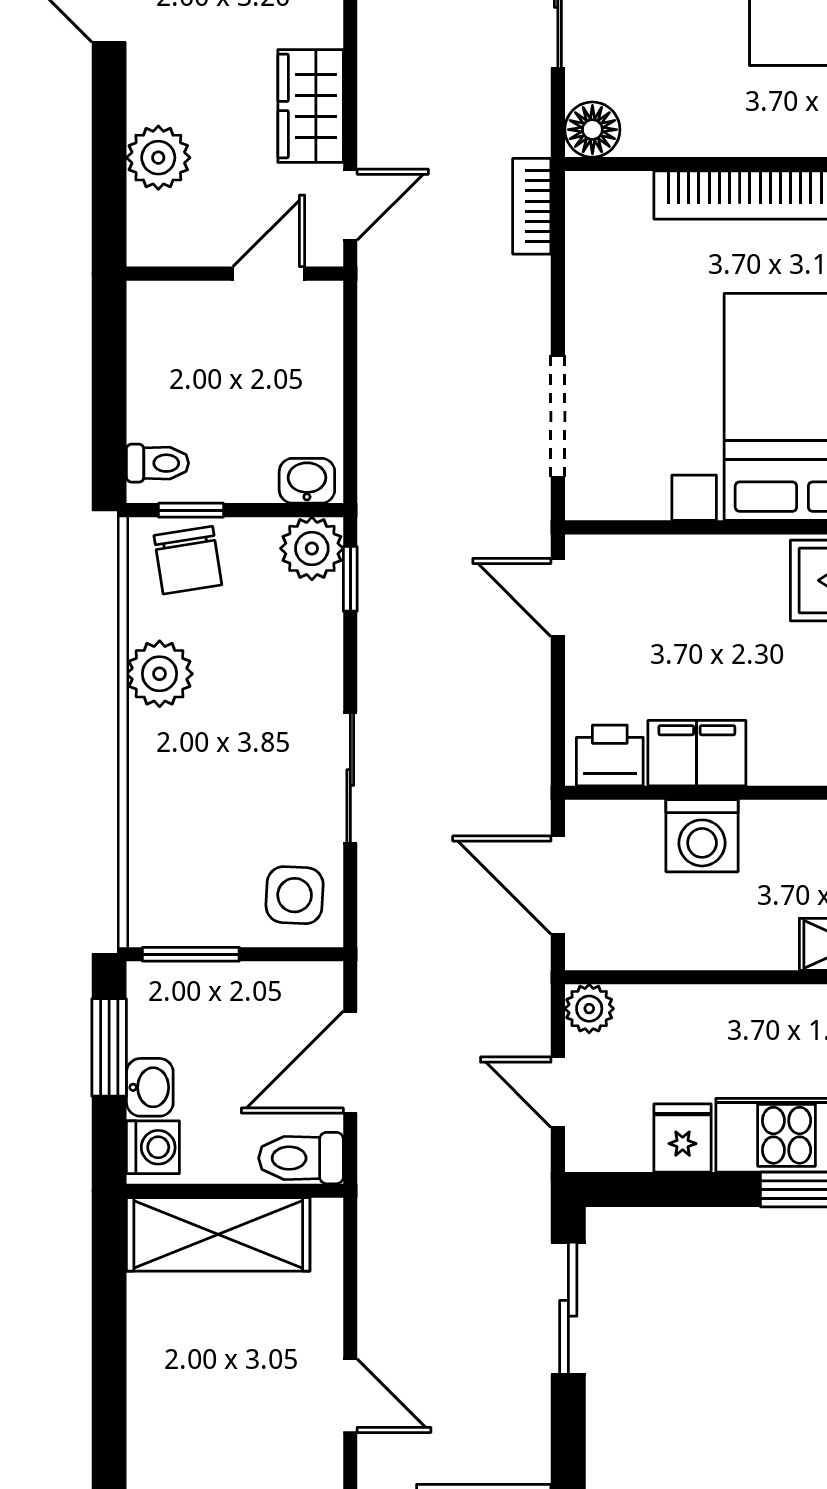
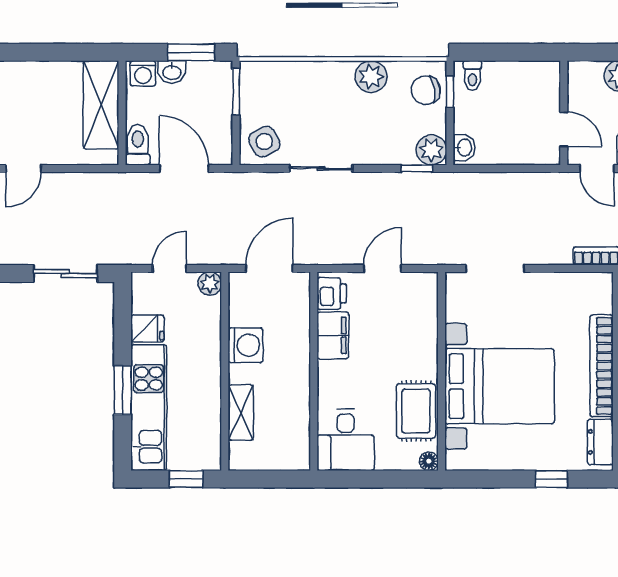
door: (558, 598) -> (383, 268), moved
washing machine: (702, 836) -> (246, 345), moved, turned 180
side table: (295, 895) -> (264, 142), turned -30

